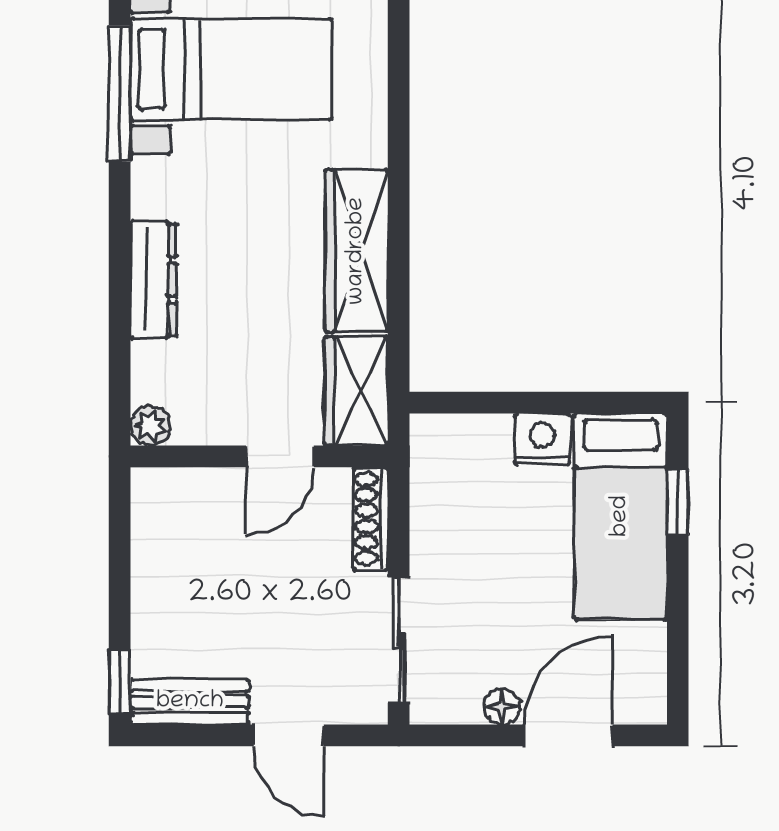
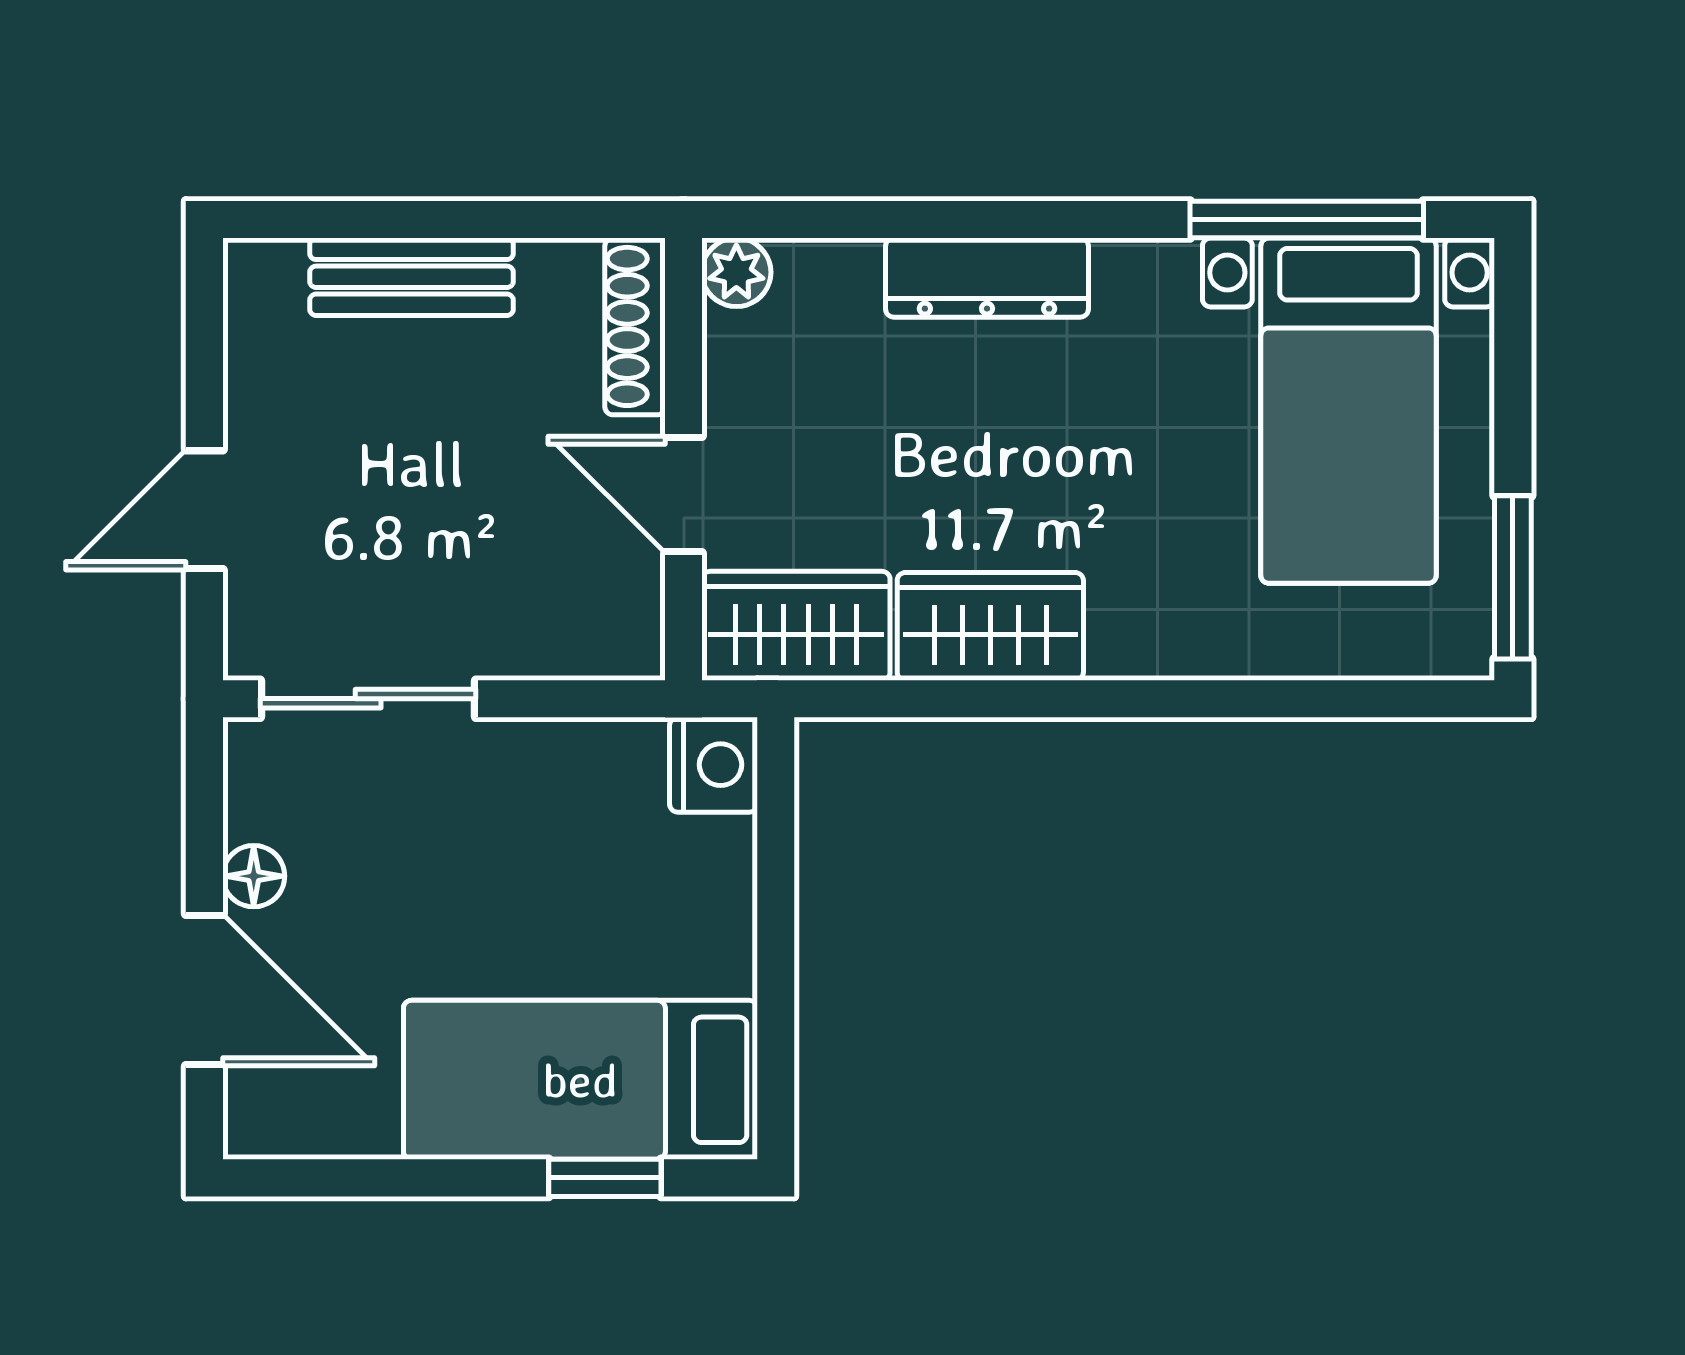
wardrobe: (357, 251) -> (990, 626), width x0.67
nightstand: (542, 439) -> (713, 765), moved
shoe rack: (370, 519) -> (635, 326), moved, turned -90
window: (120, 681) -> (297, 220), removed
bench: (190, 702) -> (411, 277), moved, turned 90

